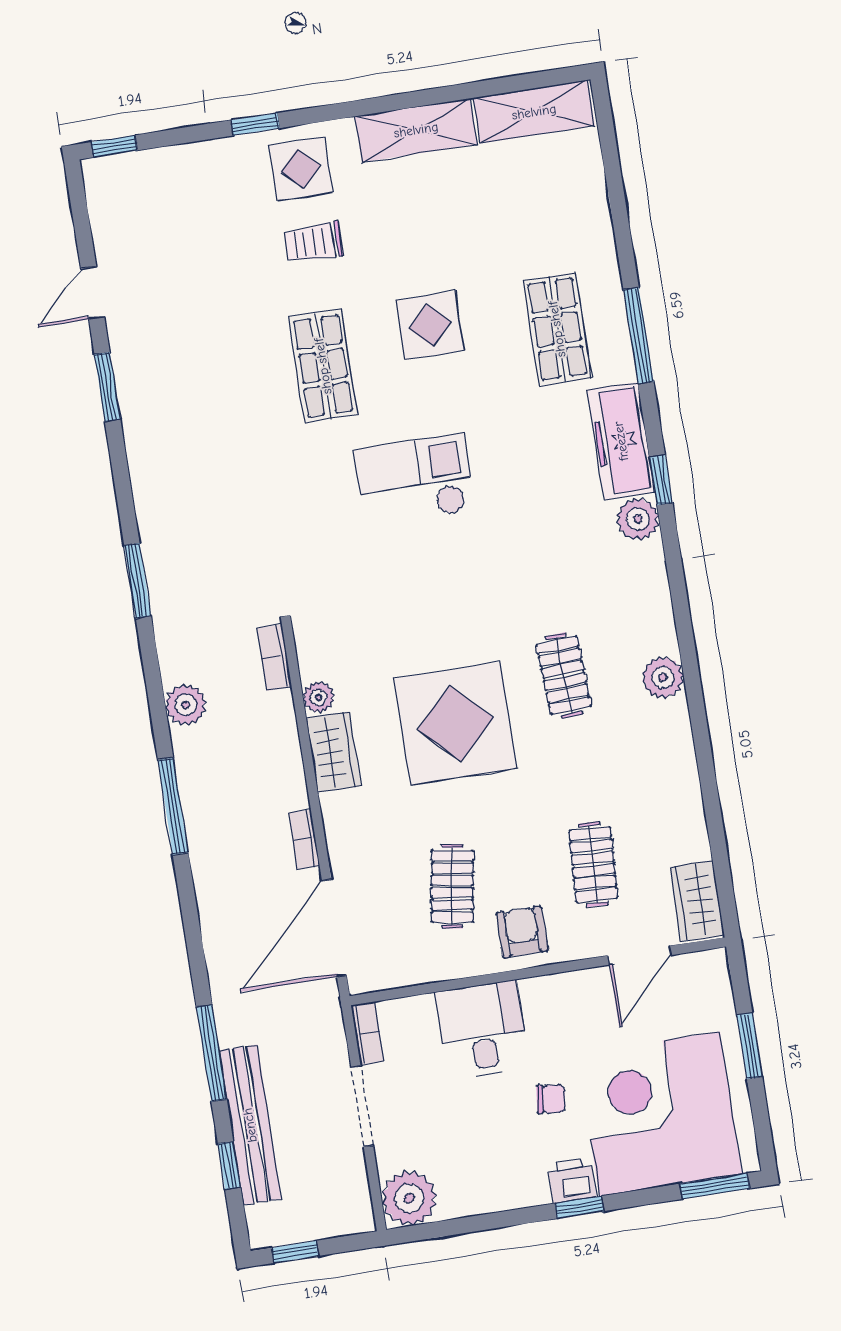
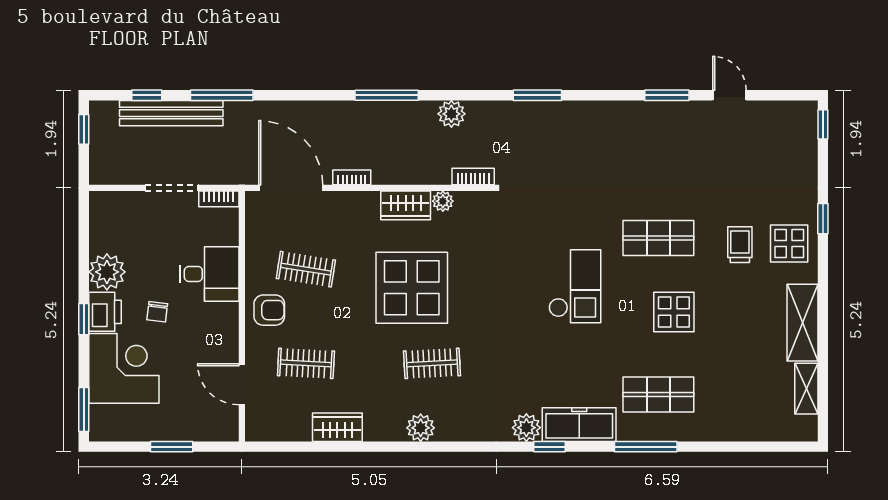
shelving: (534, 112) -> (806, 389), width x0.67, depth x0.75
wardrobe: (697, 901) -> (337, 427), moved
corner desk: (660, 1114) -> (124, 368), width x0.74, depth x0.74
printer: (572, 1181) -> (105, 312), width x1.36, depth x1.24
plant: (409, 1198) -> (107, 272), moved

